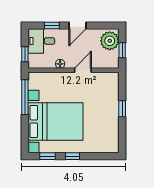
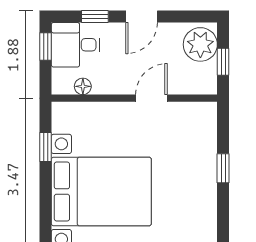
window: (25, 54) -> (46, 46), moved
floor lamp: (60, 64) -> (83, 86), moved
window: (25, 97) -> (46, 147), width x0.46

